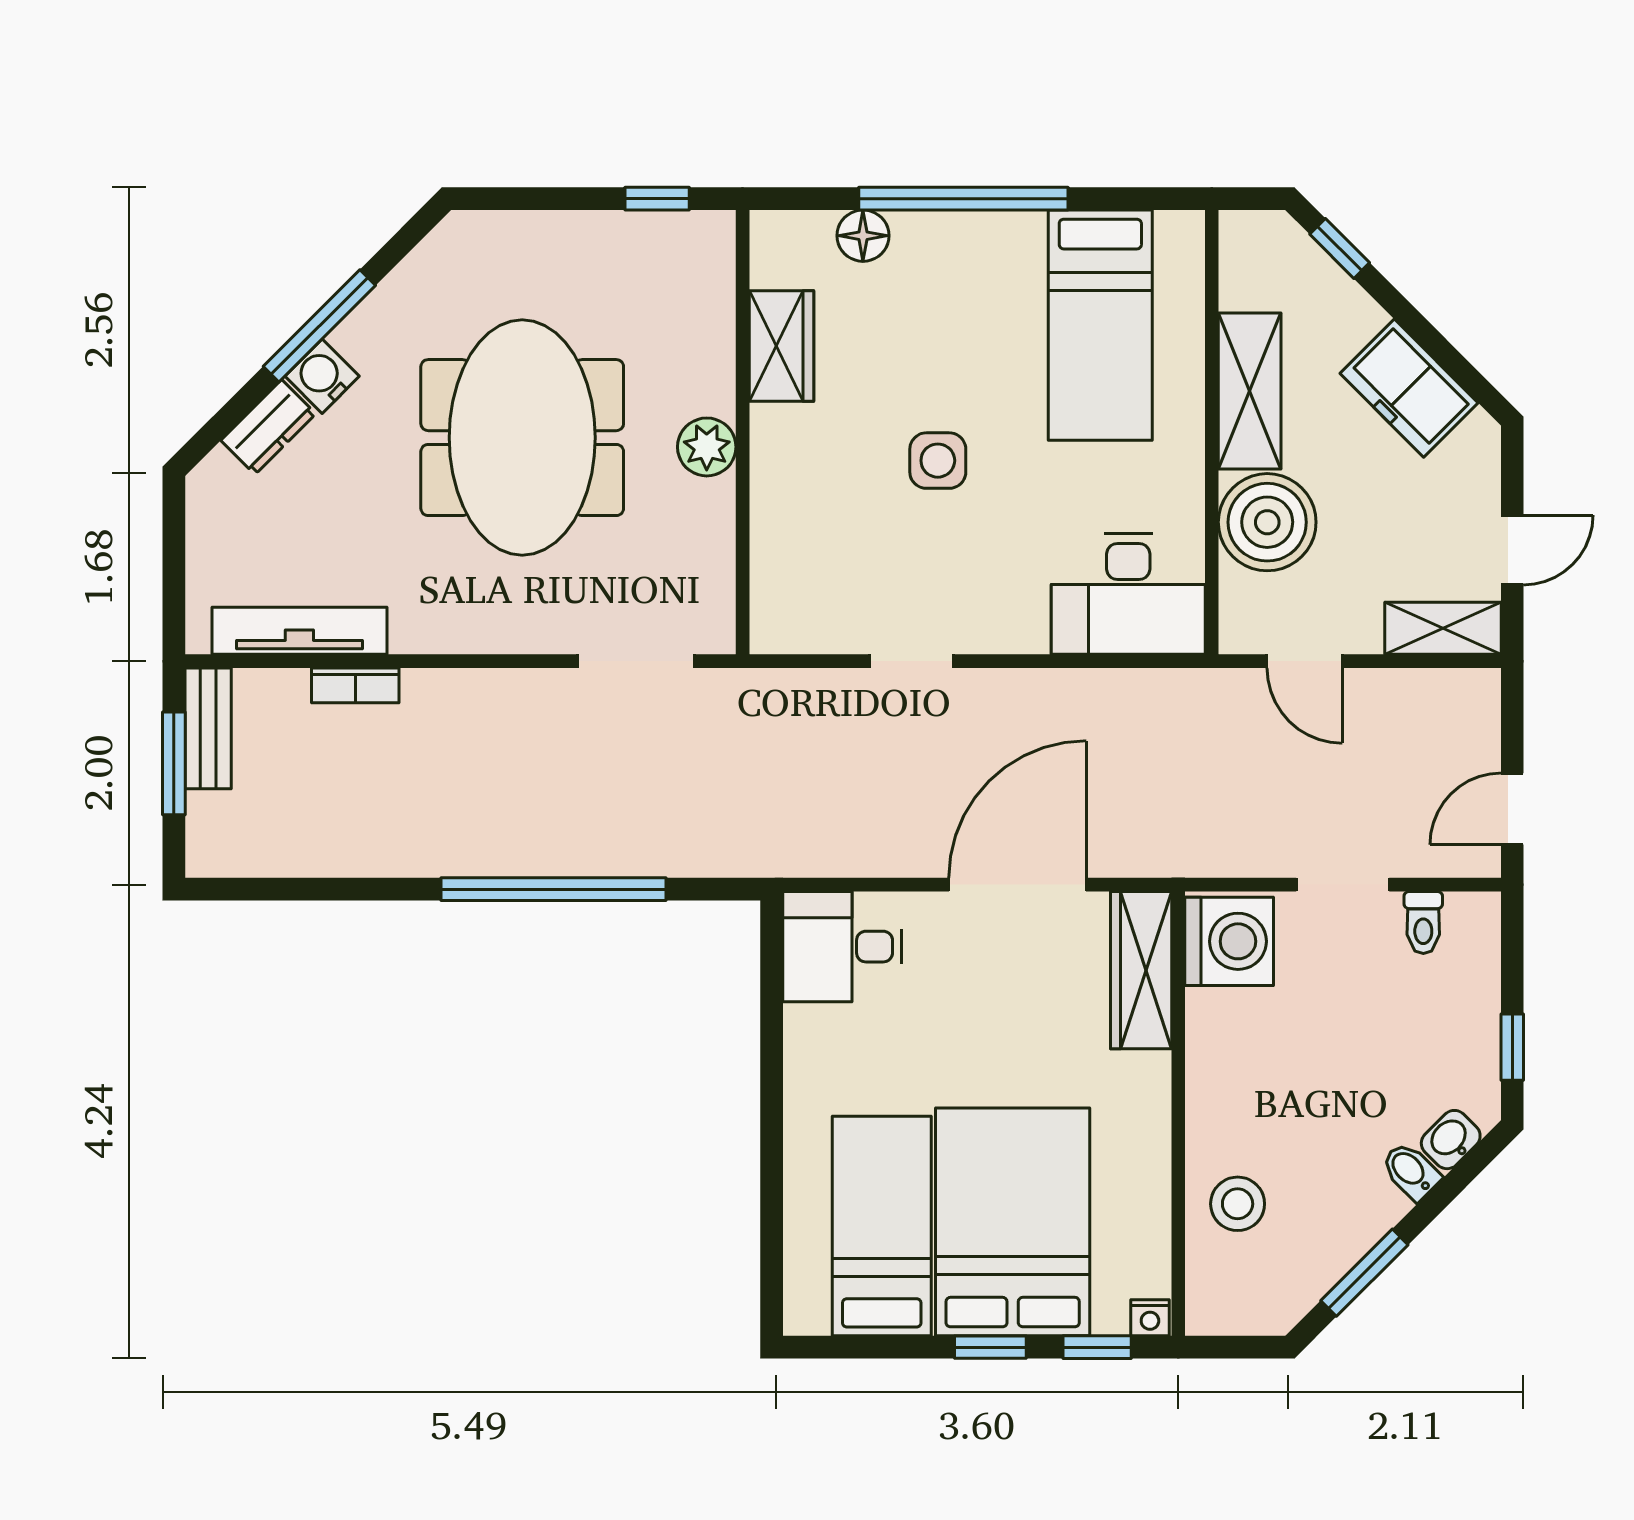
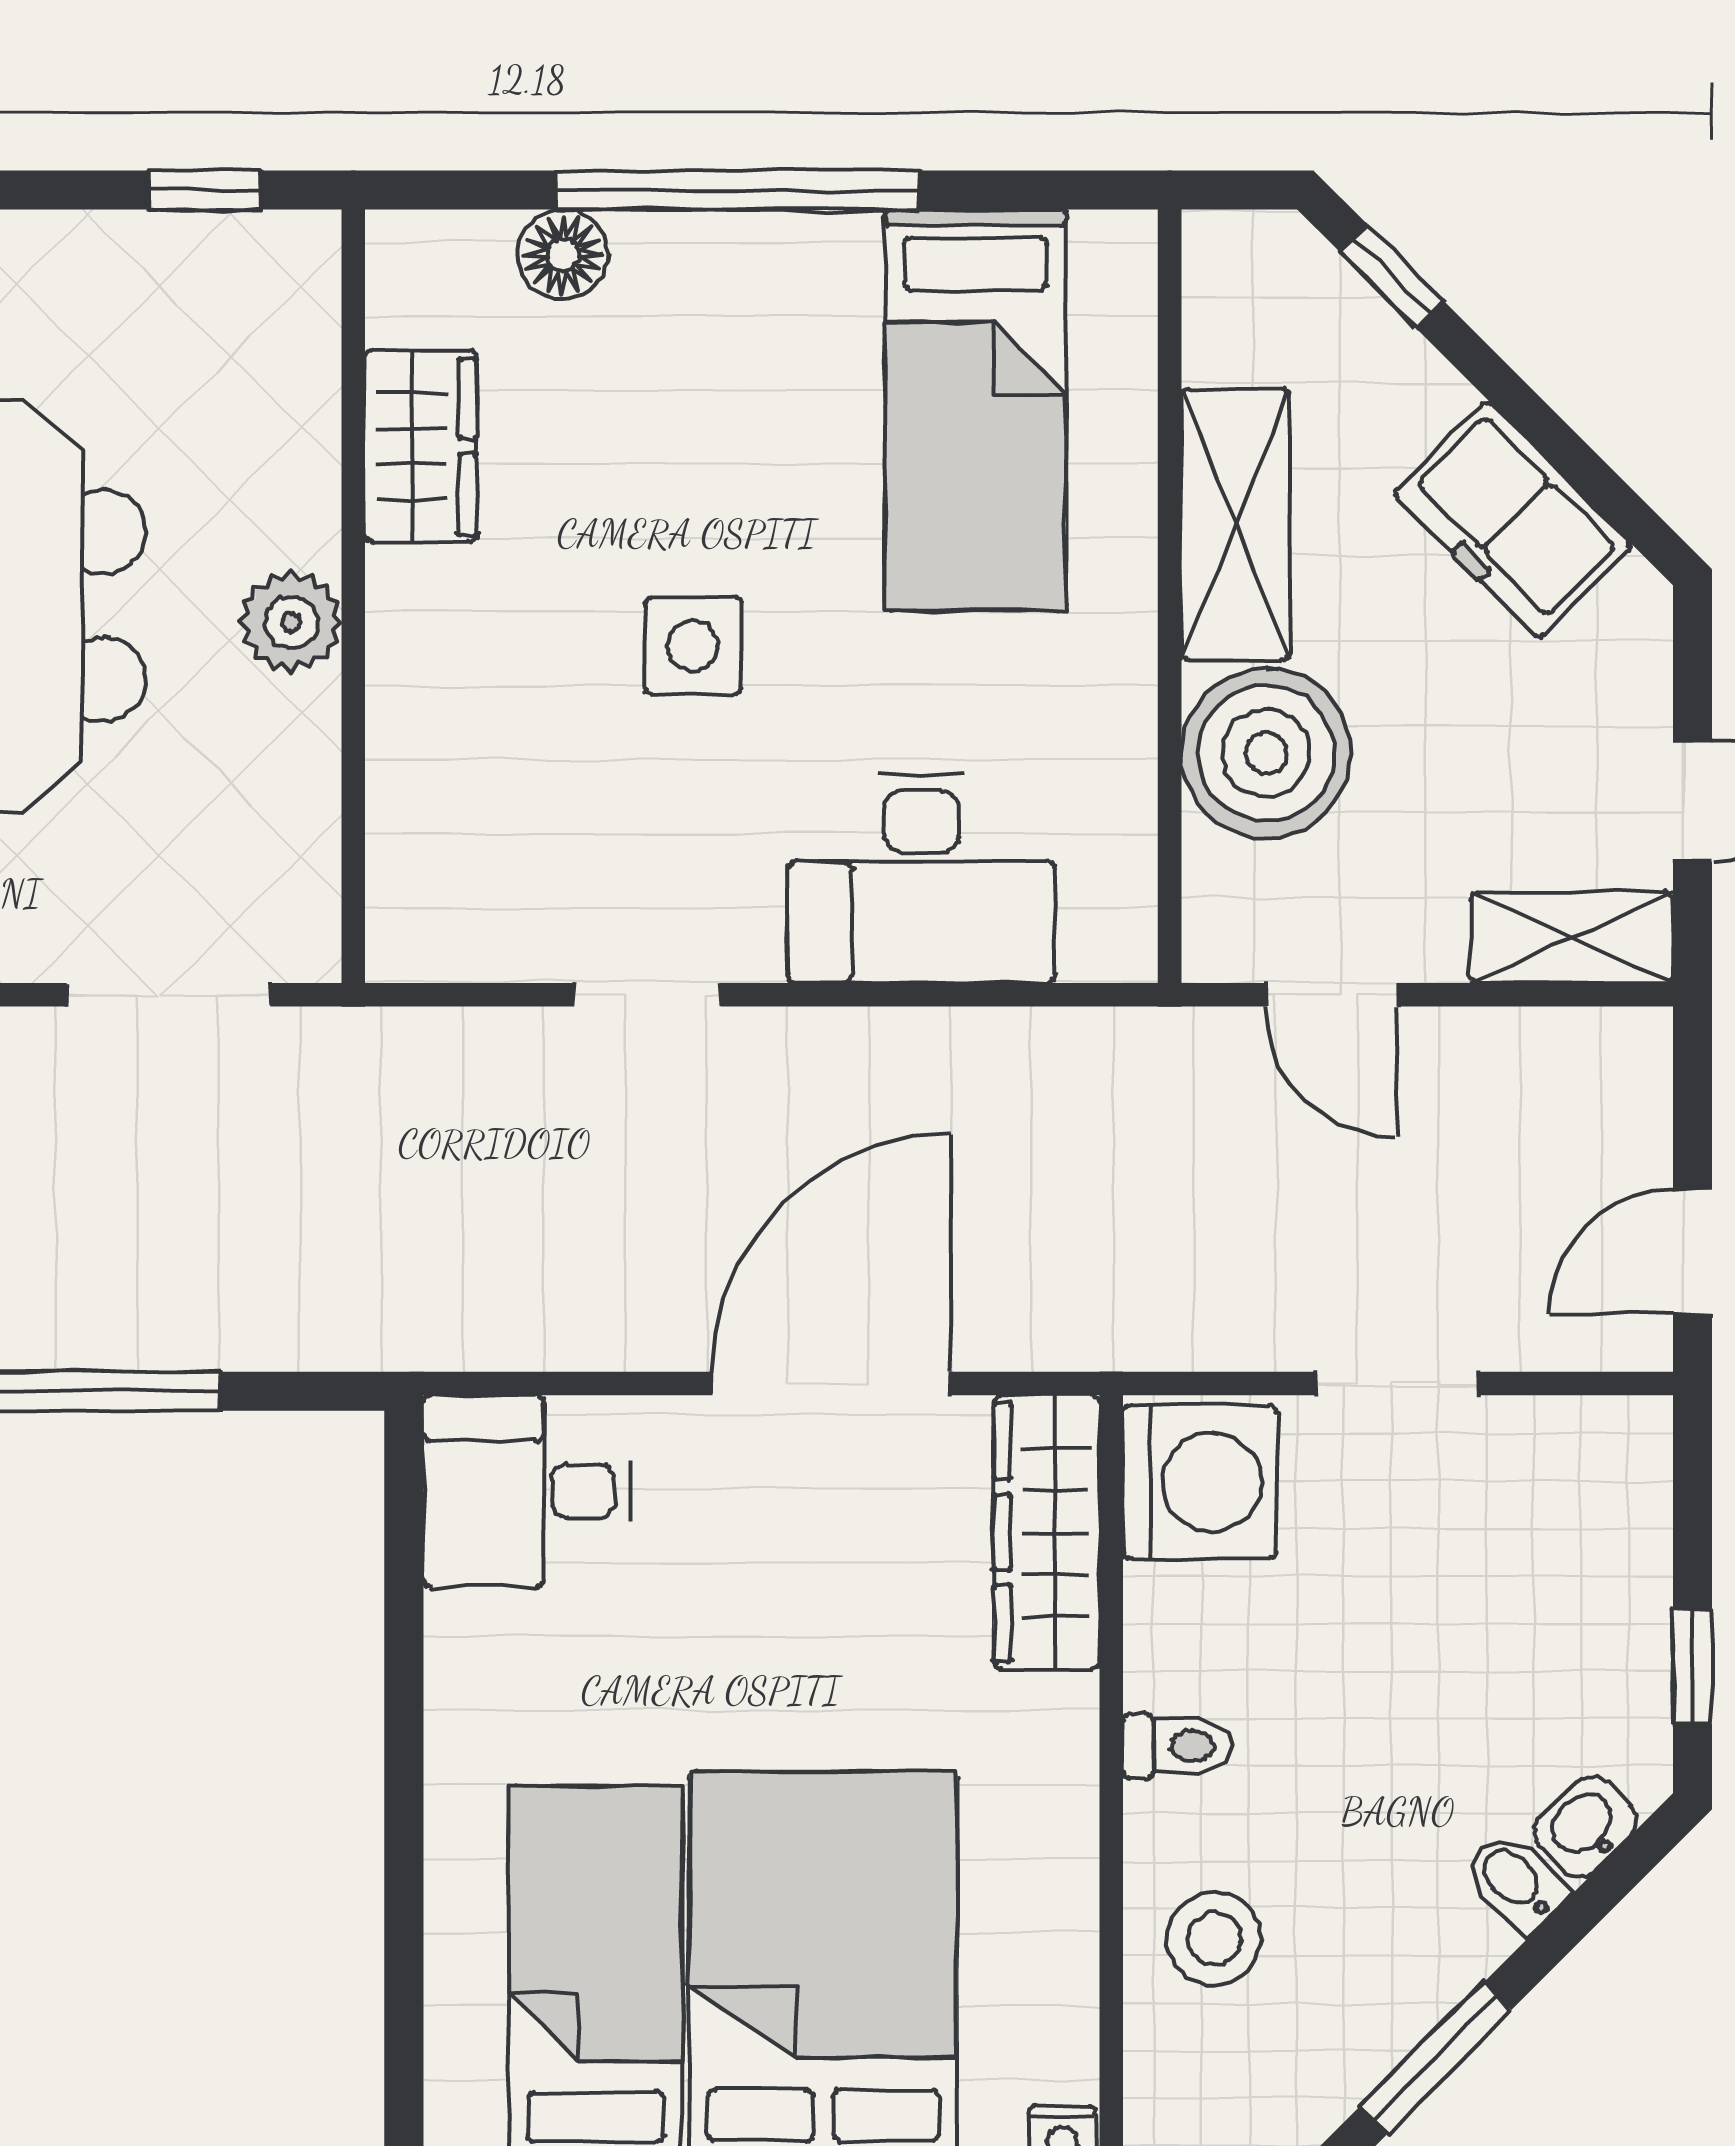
desk: (1128, 594) -> (922, 878), moved
toilet: (1423, 923) -> (1177, 1746), moved, turned -90

